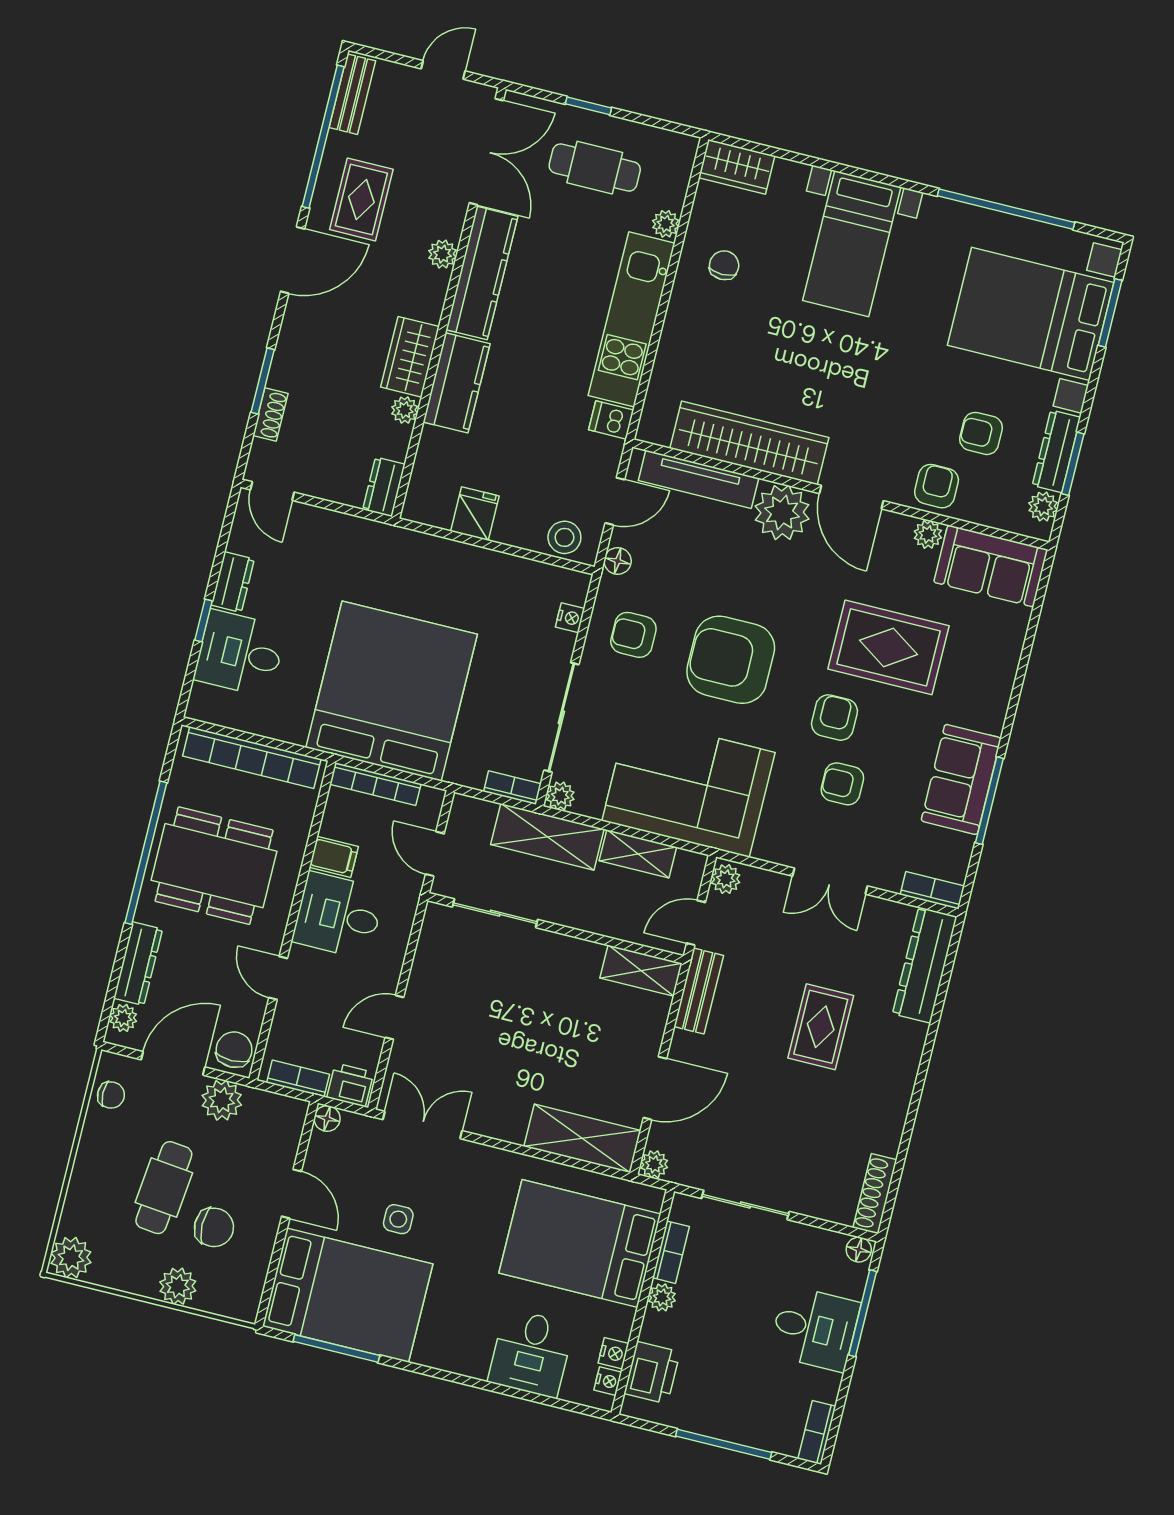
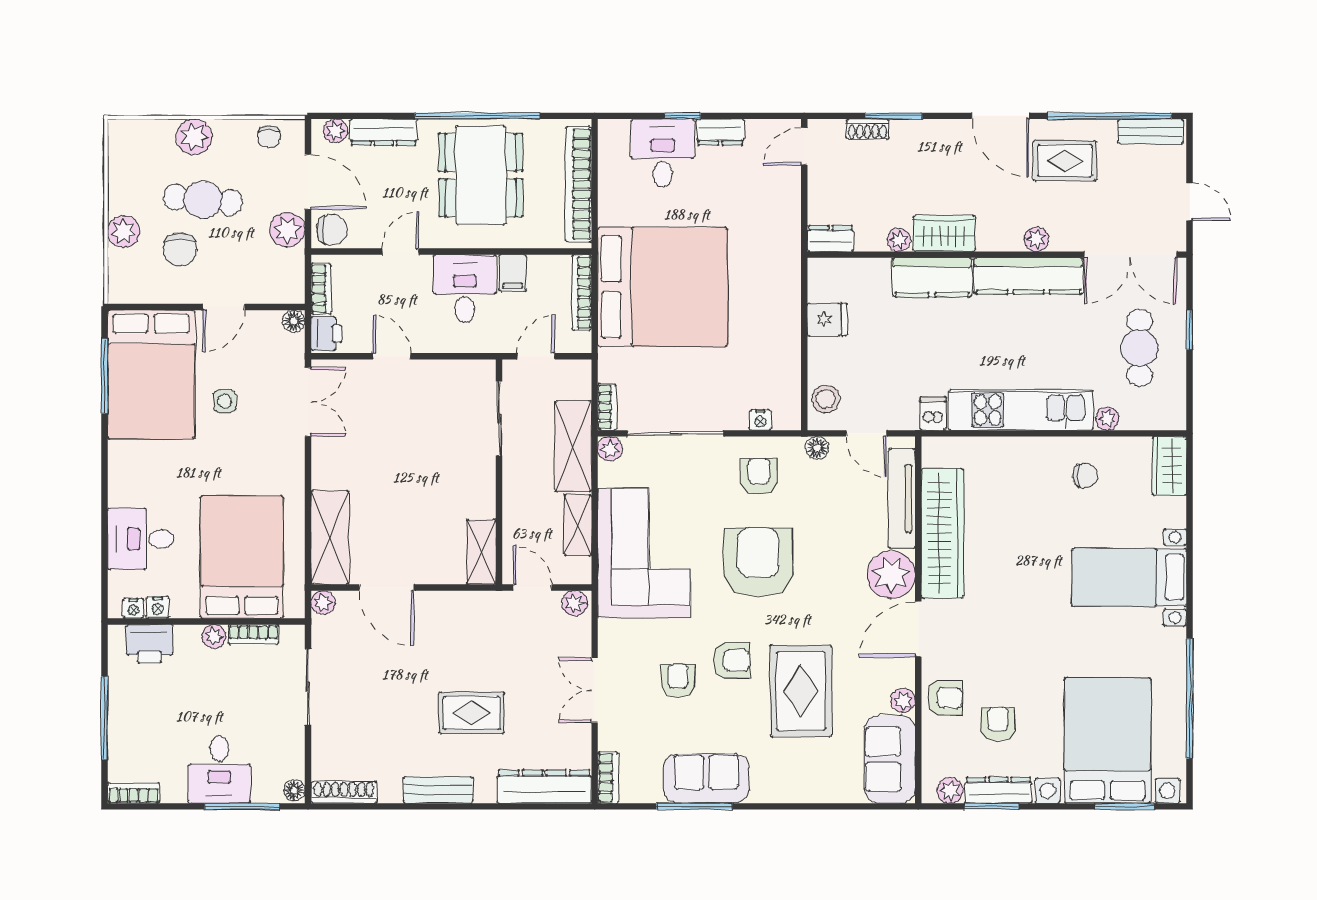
bench: (699, 991) -> (438, 790), moved
plant: (71, 1258) -> (194, 137), moved

